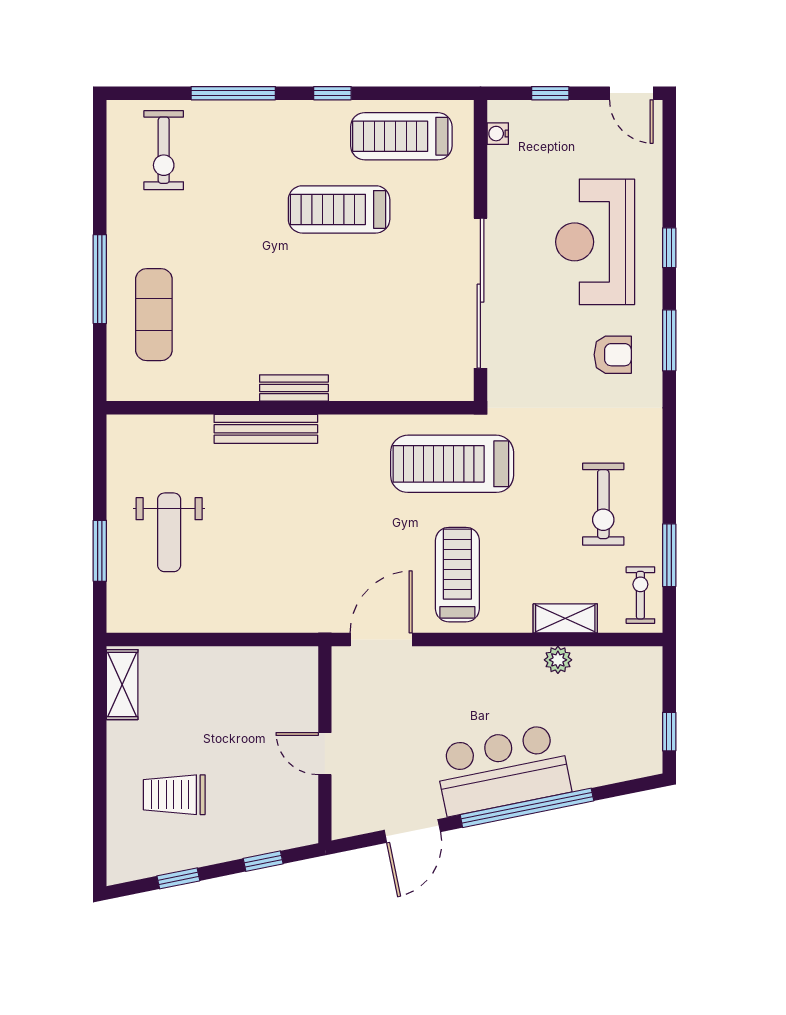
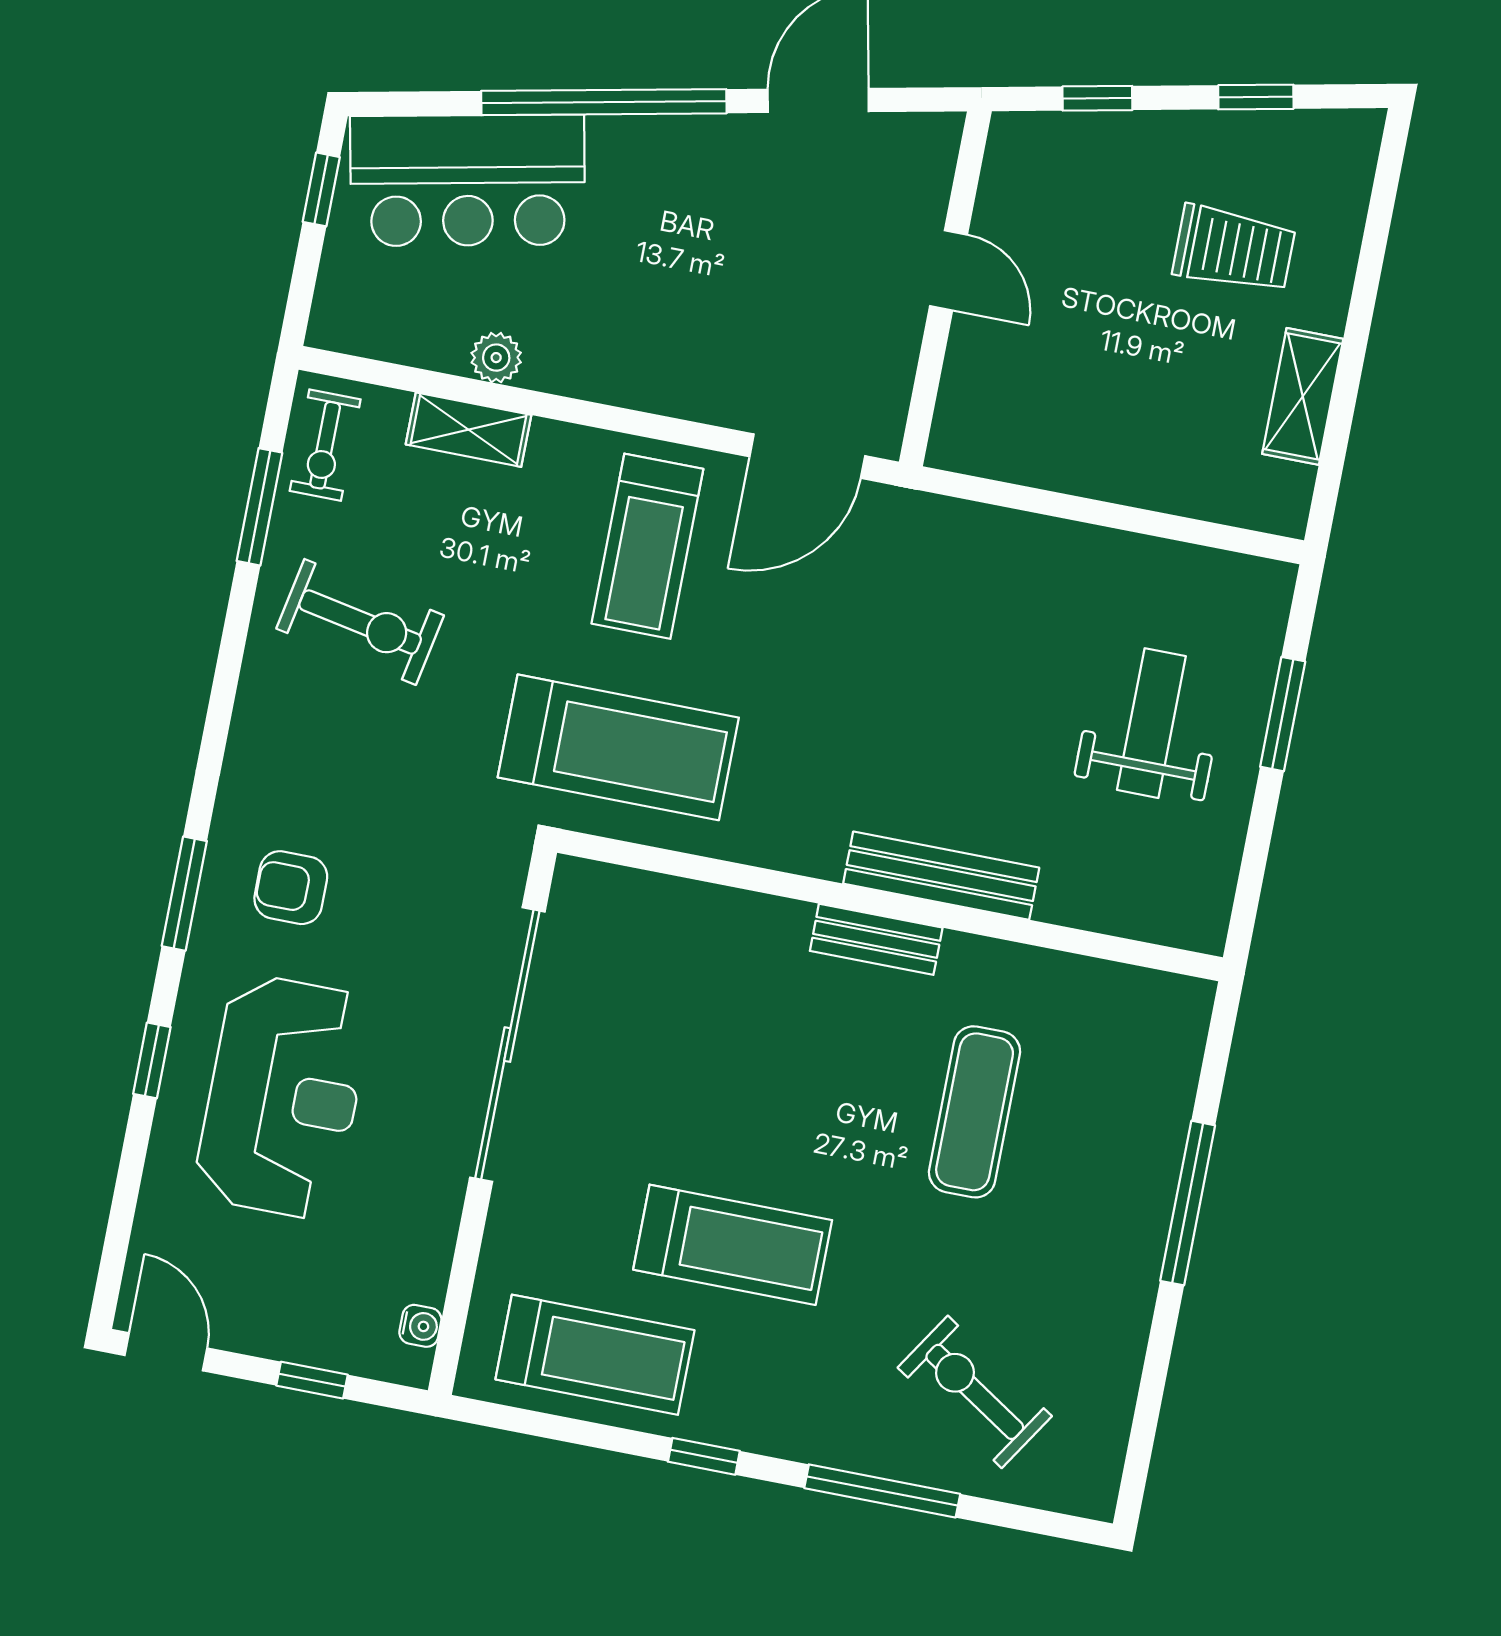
exercise bike: (164, 150) -> (975, 1392), moved, turned -57
exercise mat: (154, 315) -> (975, 1112), moved
exercise bike: (603, 504) -> (360, 622), turned 101
shelving: (122, 685) -> (1303, 396), moved
bar counter: (503, 770) -> (468, 180), moved

